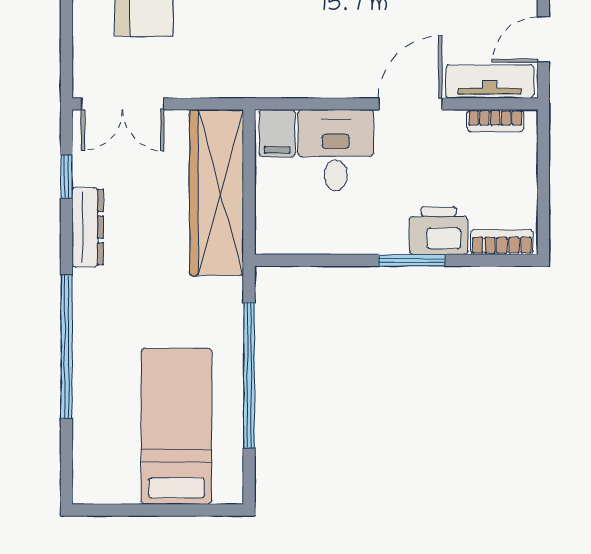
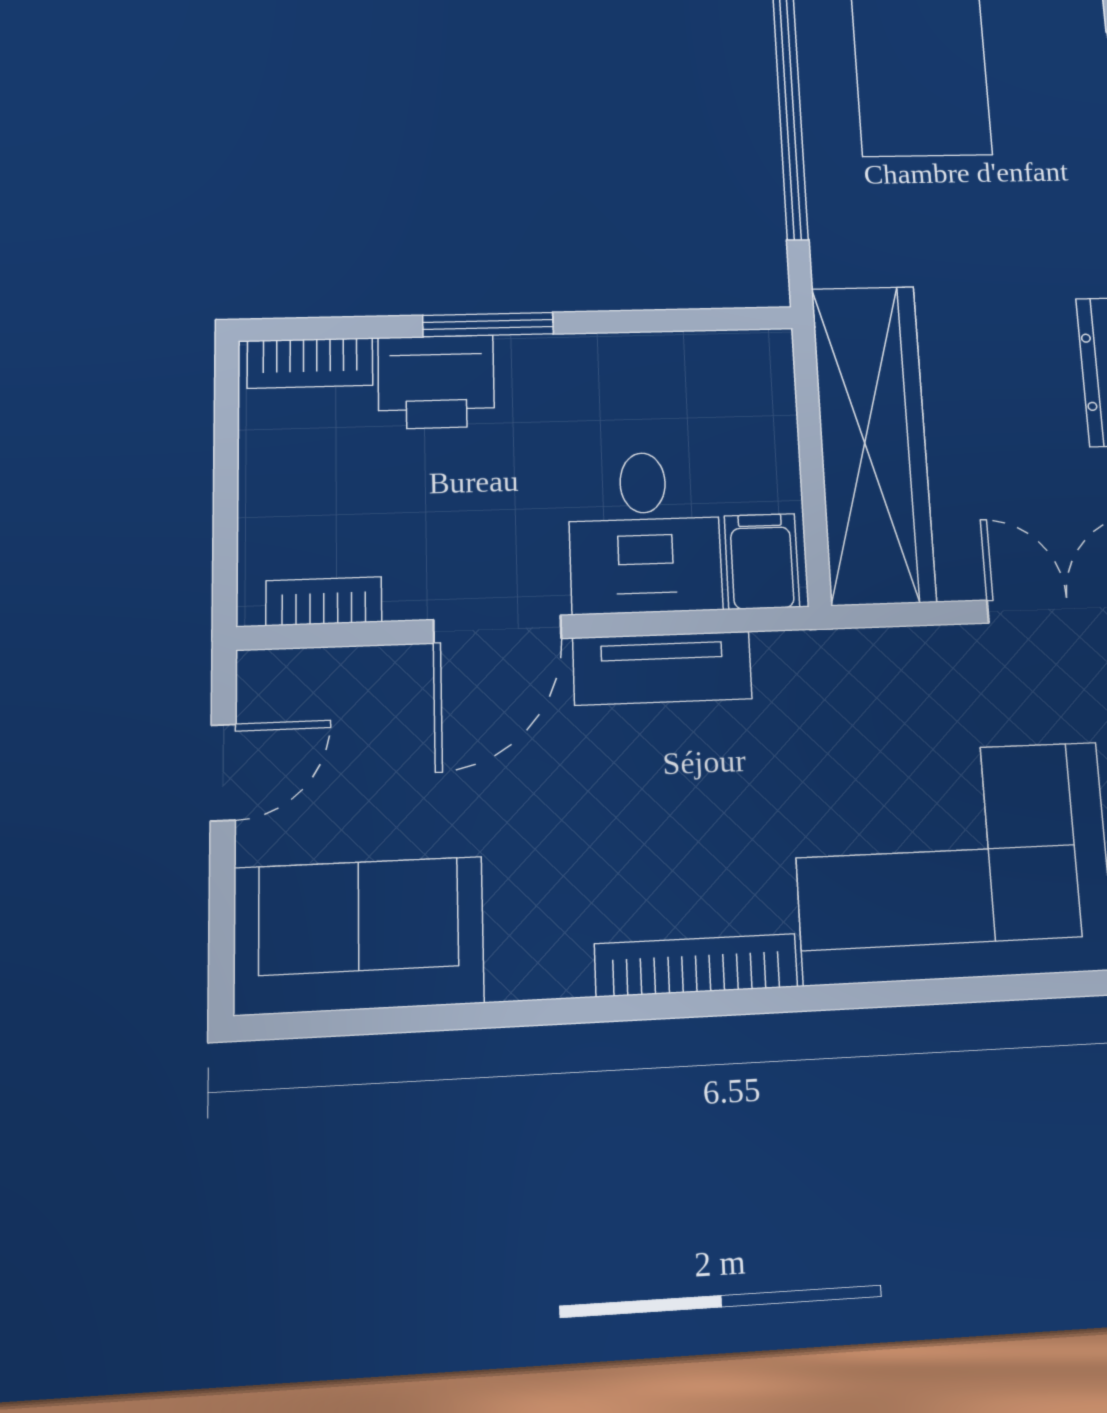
tv unit: (490, 82) -> (662, 668), moved

